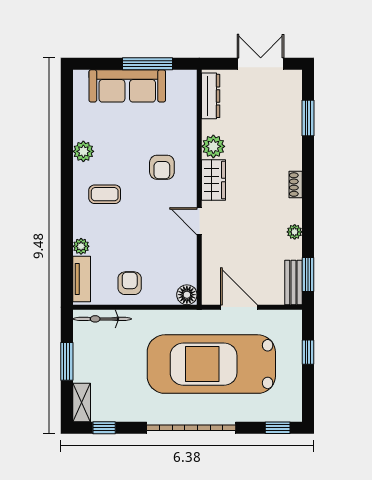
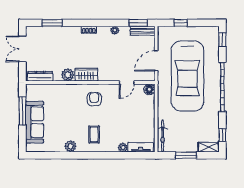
armchair: (162, 167) -> (94, 99), moved, turned -90
door: (199, 221) -> (127, 83), moved
armchair: (130, 283) -> (143, 121), removed

